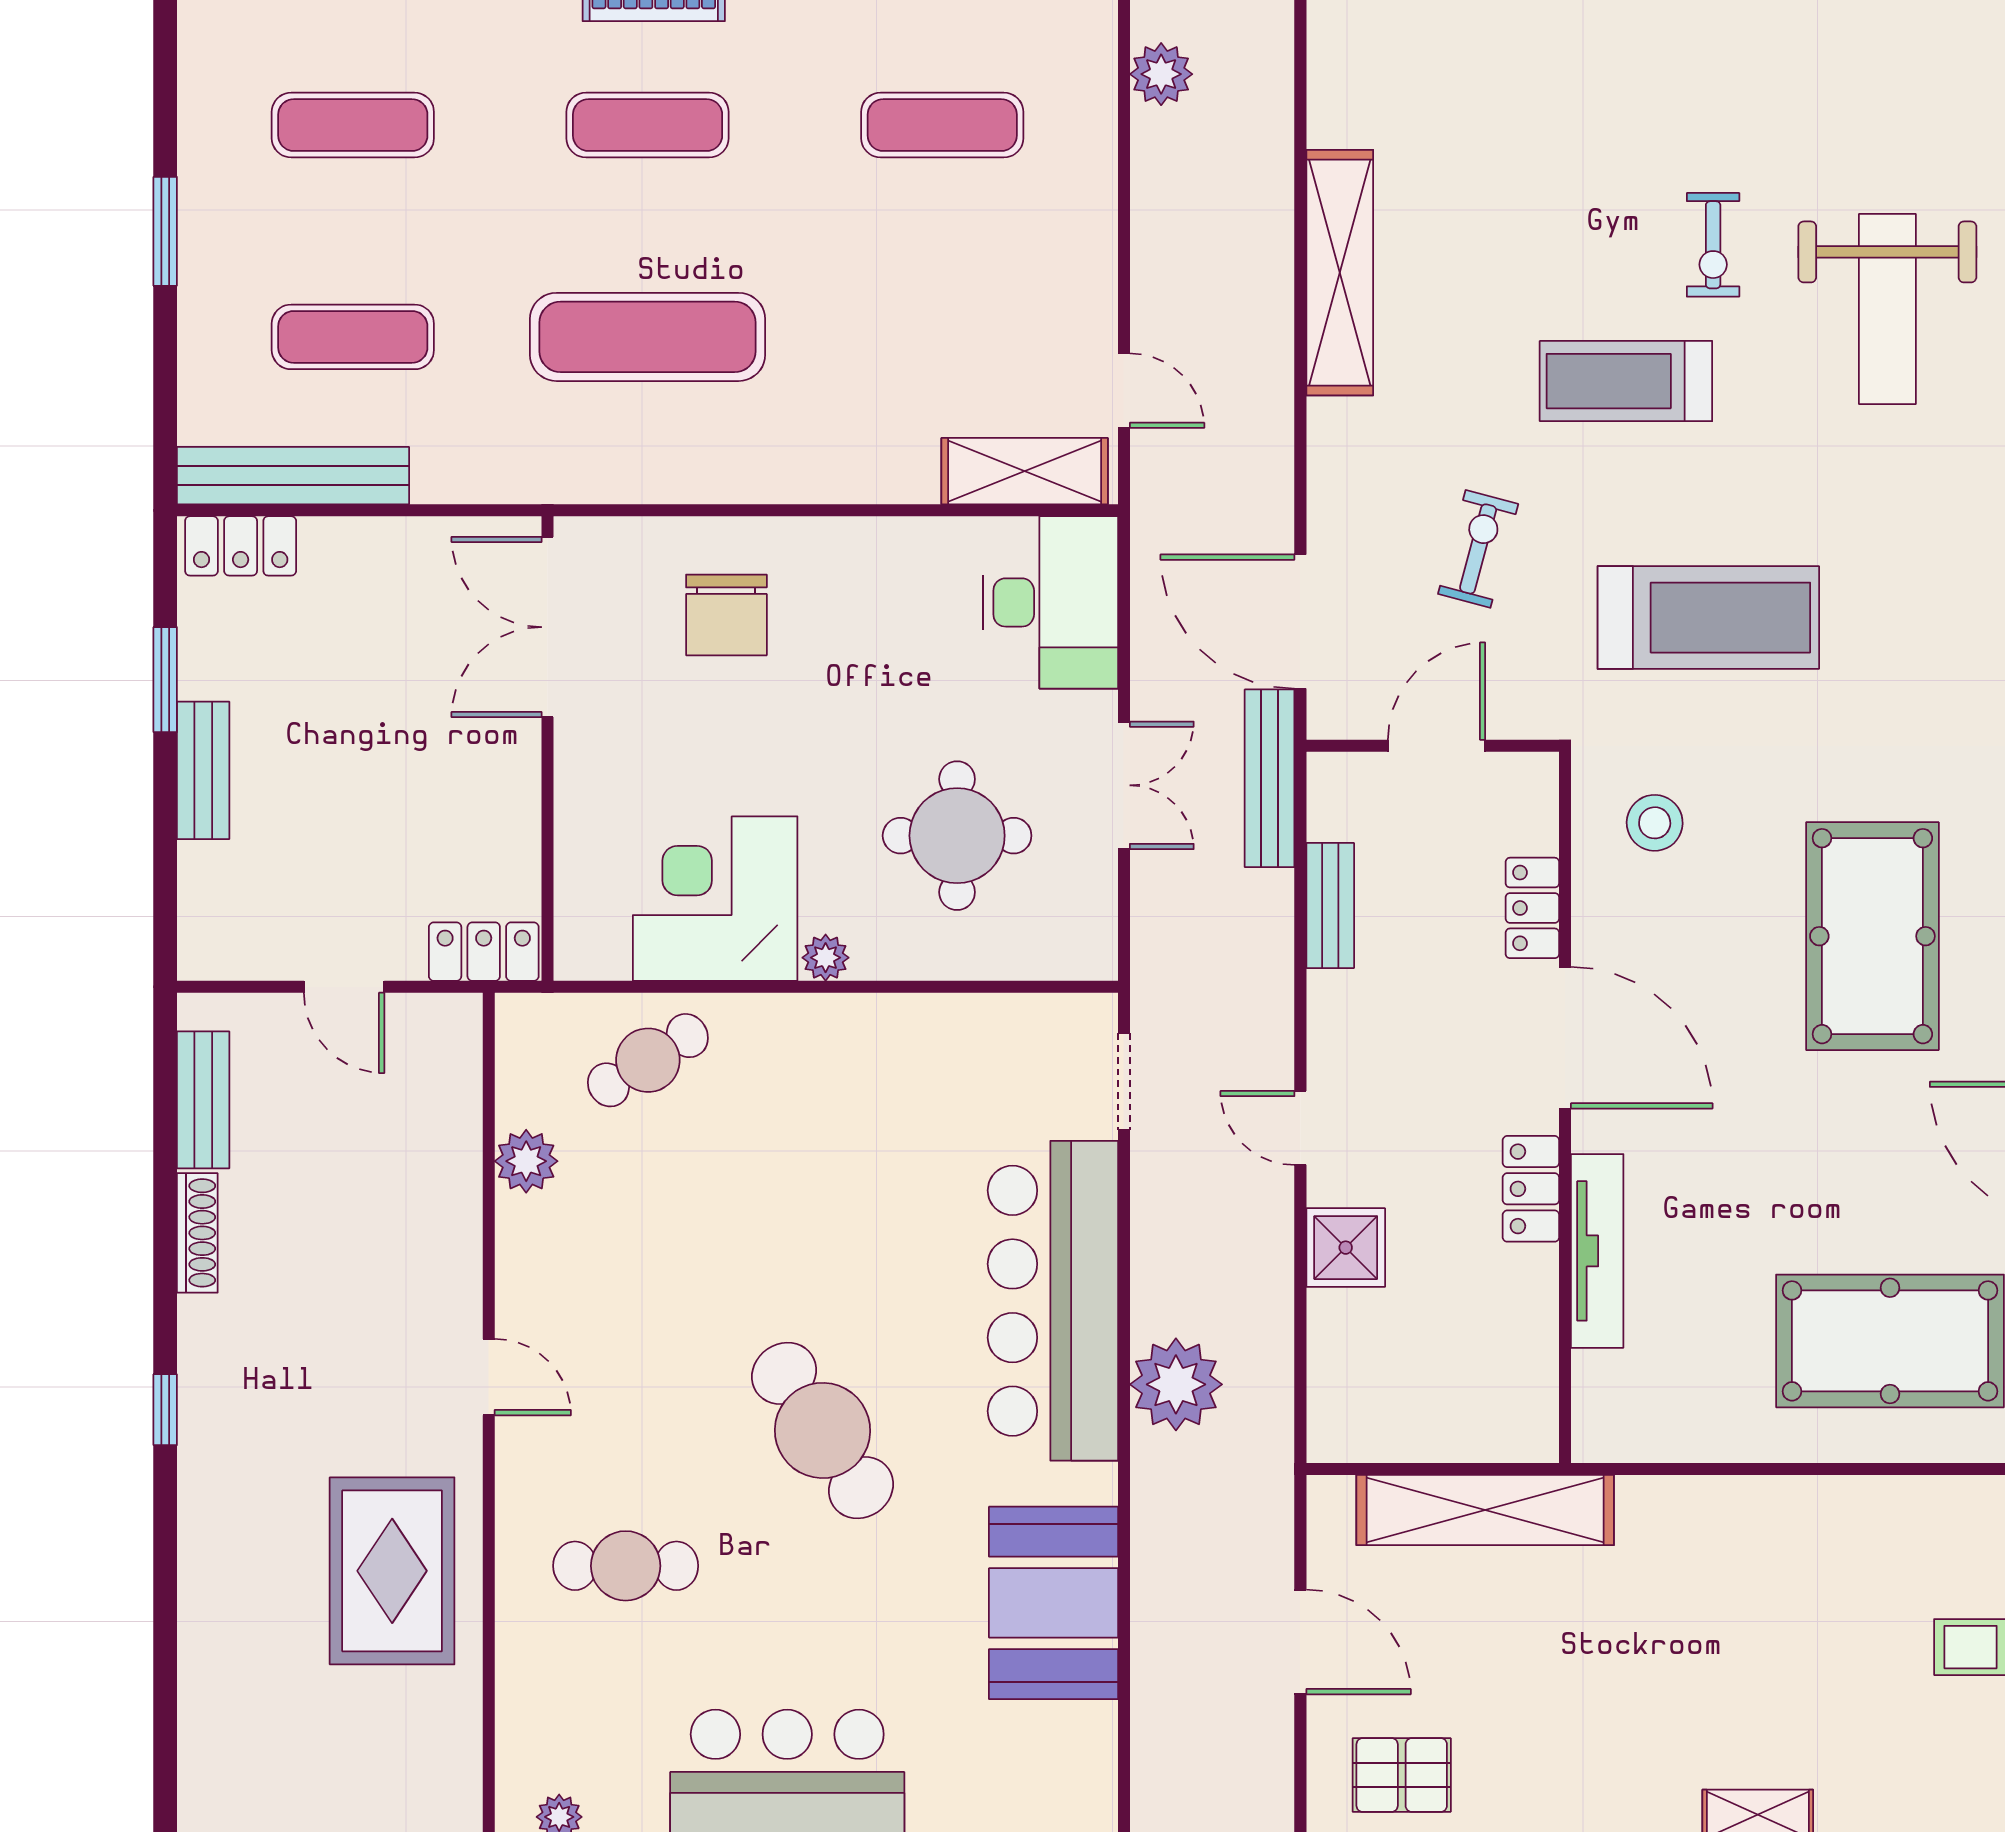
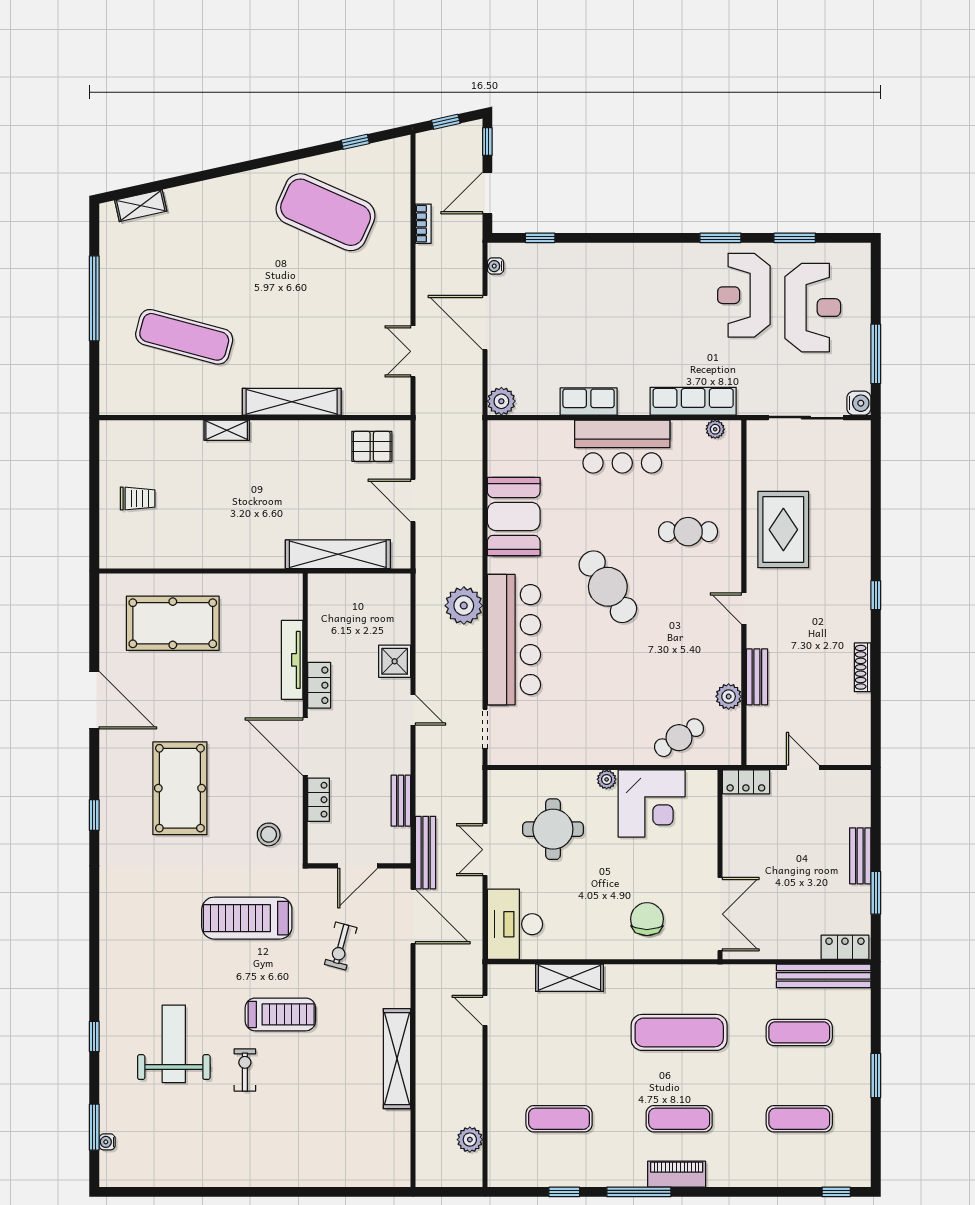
shelving: (1025, 471) -> (570, 978), moved
bench: (203, 1100) -> (757, 677), moved

